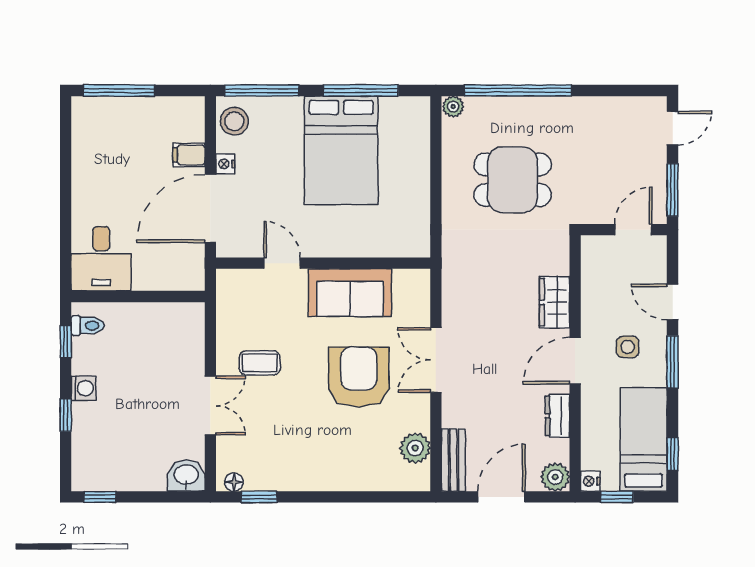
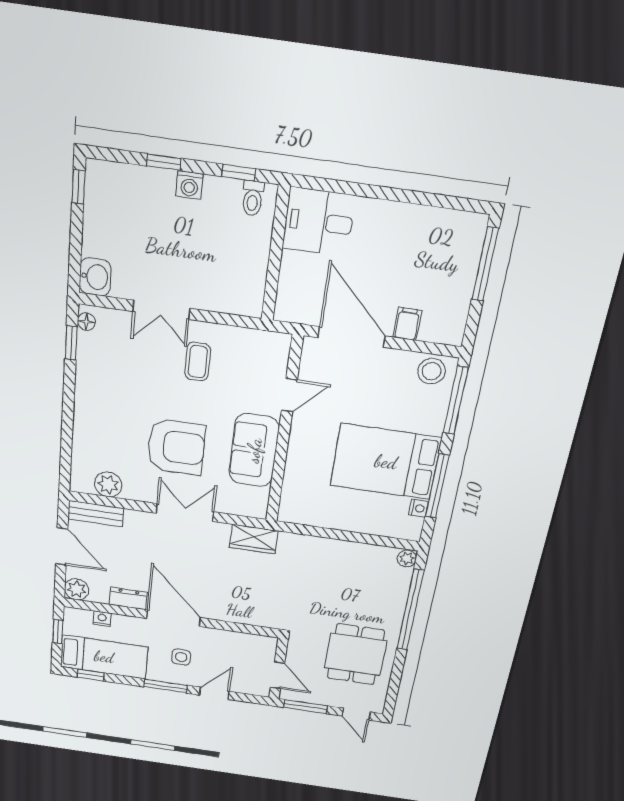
nightstand: (225, 164) -> (418, 508), moved, turned 90
dining table: (513, 180) -> (356, 654), moved
wardrobe: (554, 302) -> (254, 539), moved, turned 180
door: (575, 361) -> (173, 618), width x1.36
nightstand: (590, 481) -> (102, 619), moved

